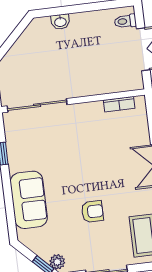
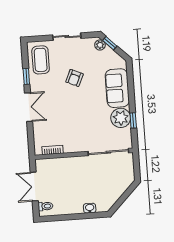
plant: (21, 156) -> (121, 118), added
armchair: (92, 212) -> (74, 78), turned -66

